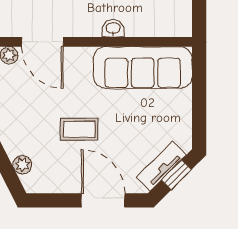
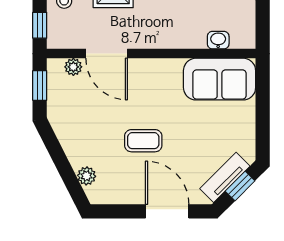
washbasin: (113, 28) -> (218, 40), moved
sofa: (143, 68) -> (220, 79), width x0.73

